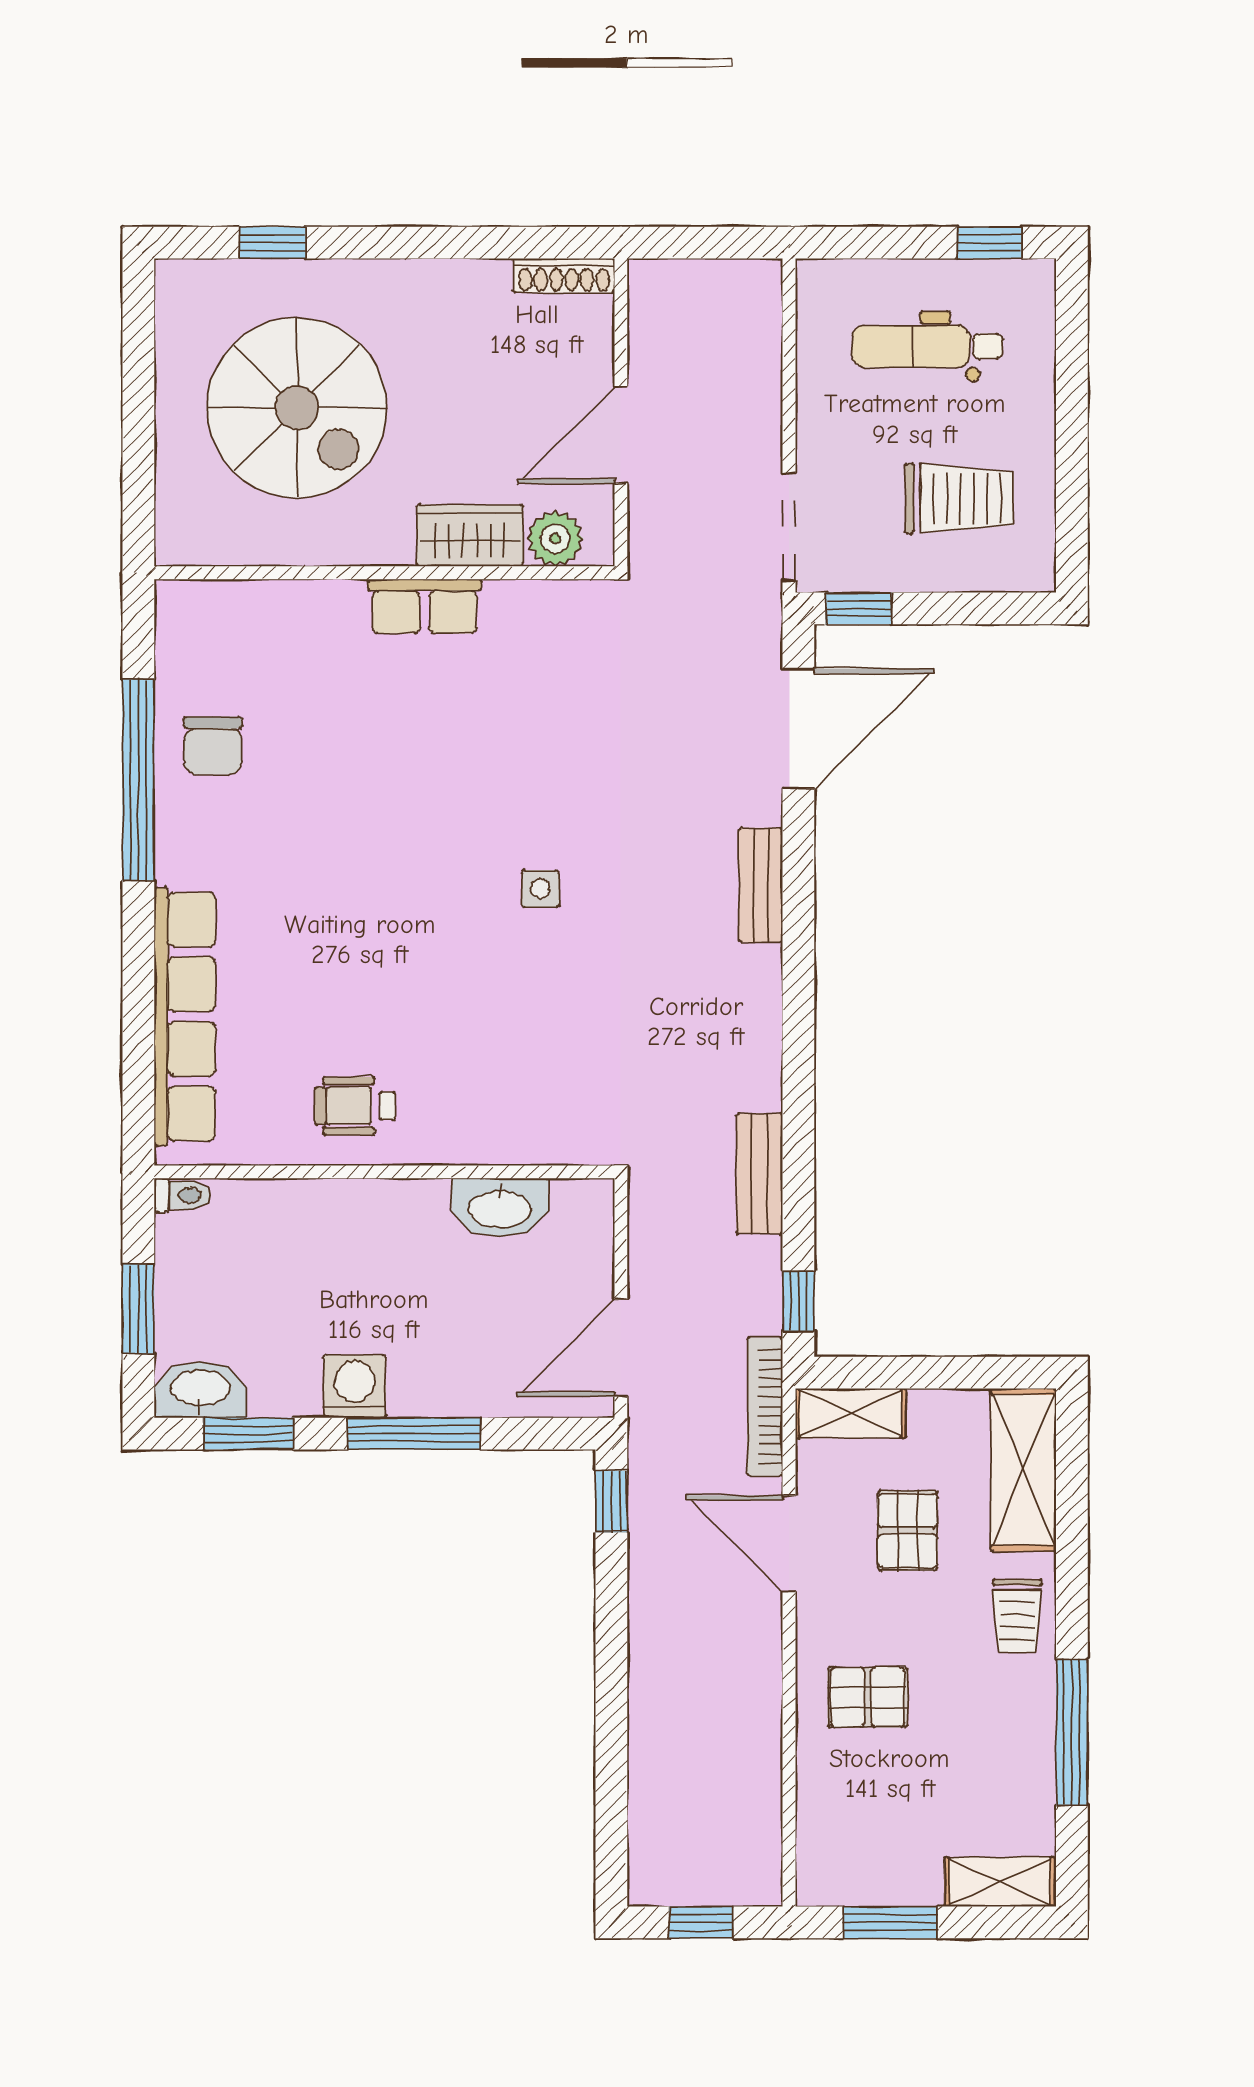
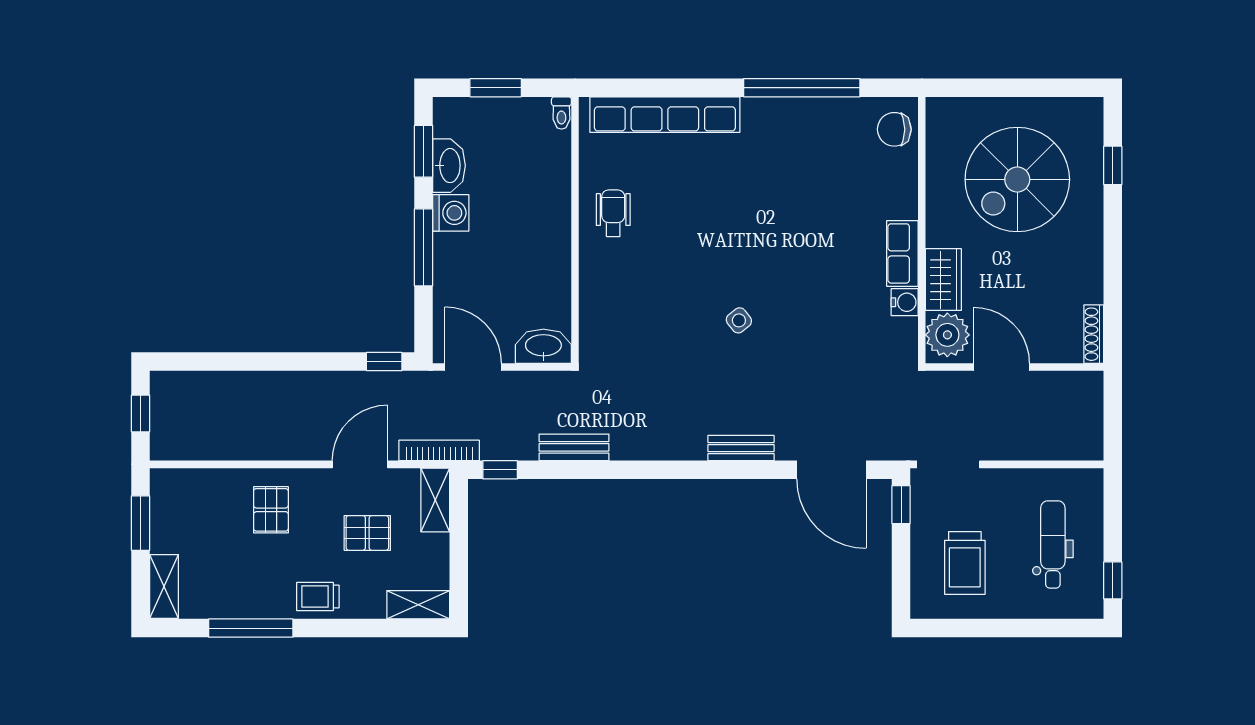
plant: (555, 539) -> (947, 335), width x1.36, depth x1.36
water cooler: (509, 602) -> (905, 302), added
chair: (213, 746) -> (894, 129), moved
side table: (540, 889) -> (739, 320), turned -38
washbasin: (500, 1208) -> (543, 346), moved, turned 90
washbasin: (200, 1390) -> (449, 166), moved
shelving: (1023, 1470) -> (418, 605), width x0.67, depth x0.75

